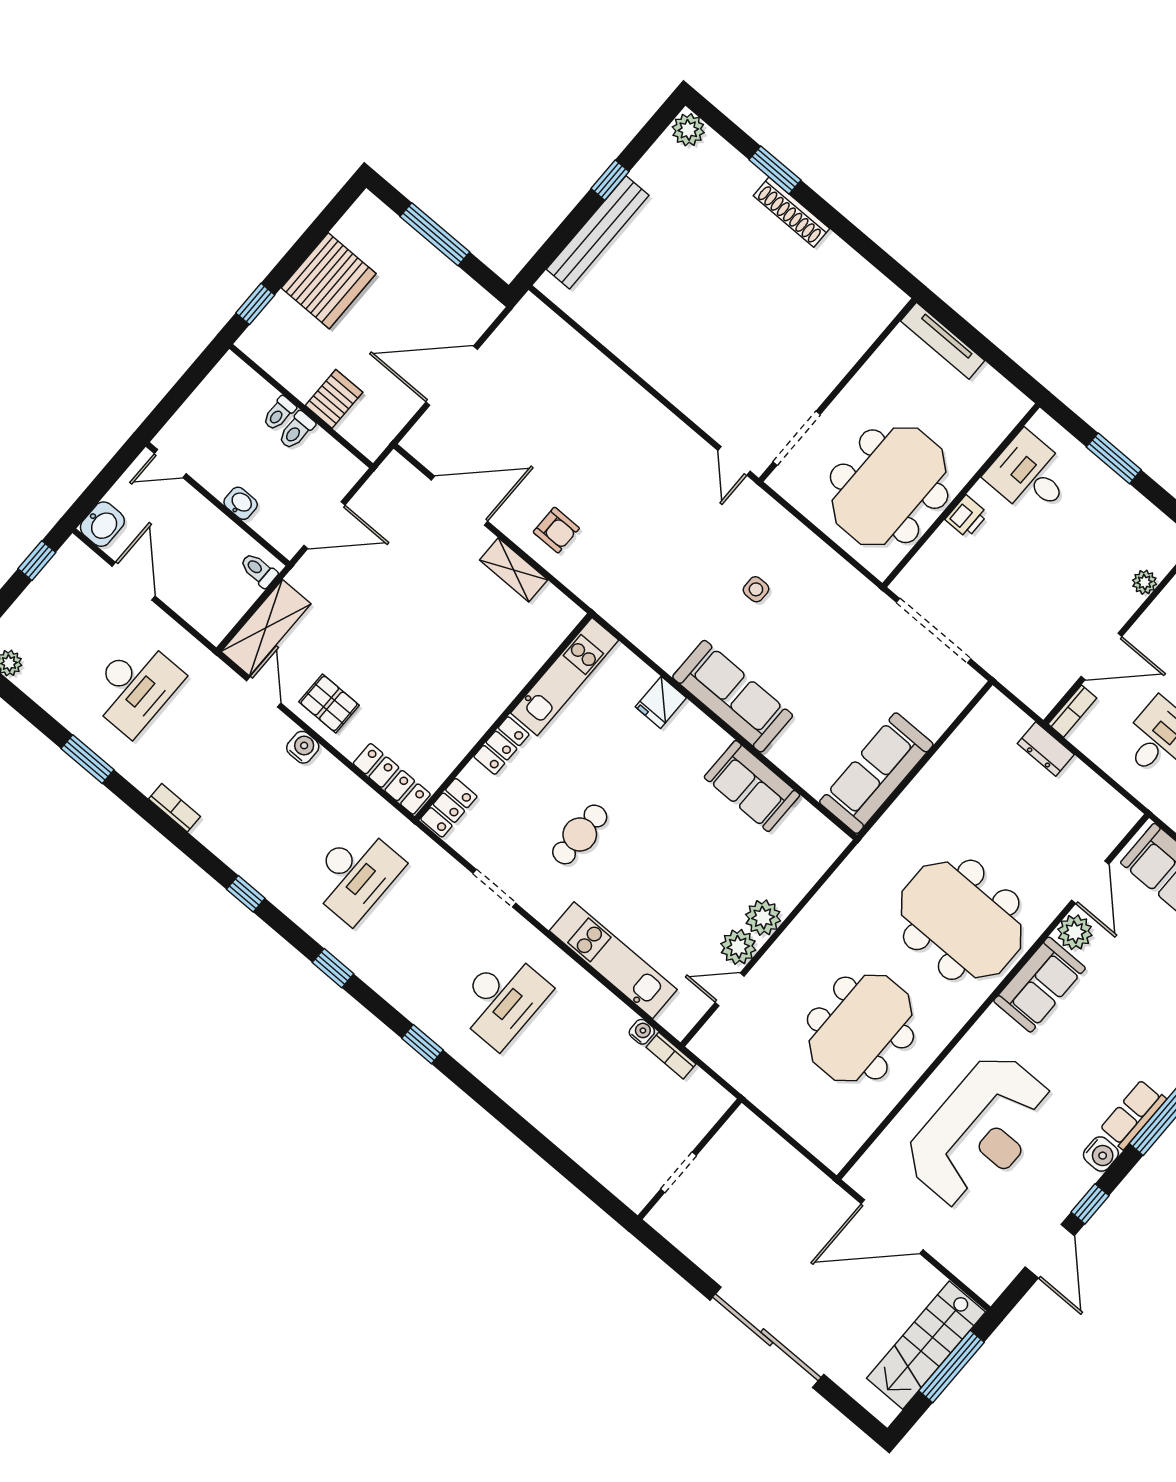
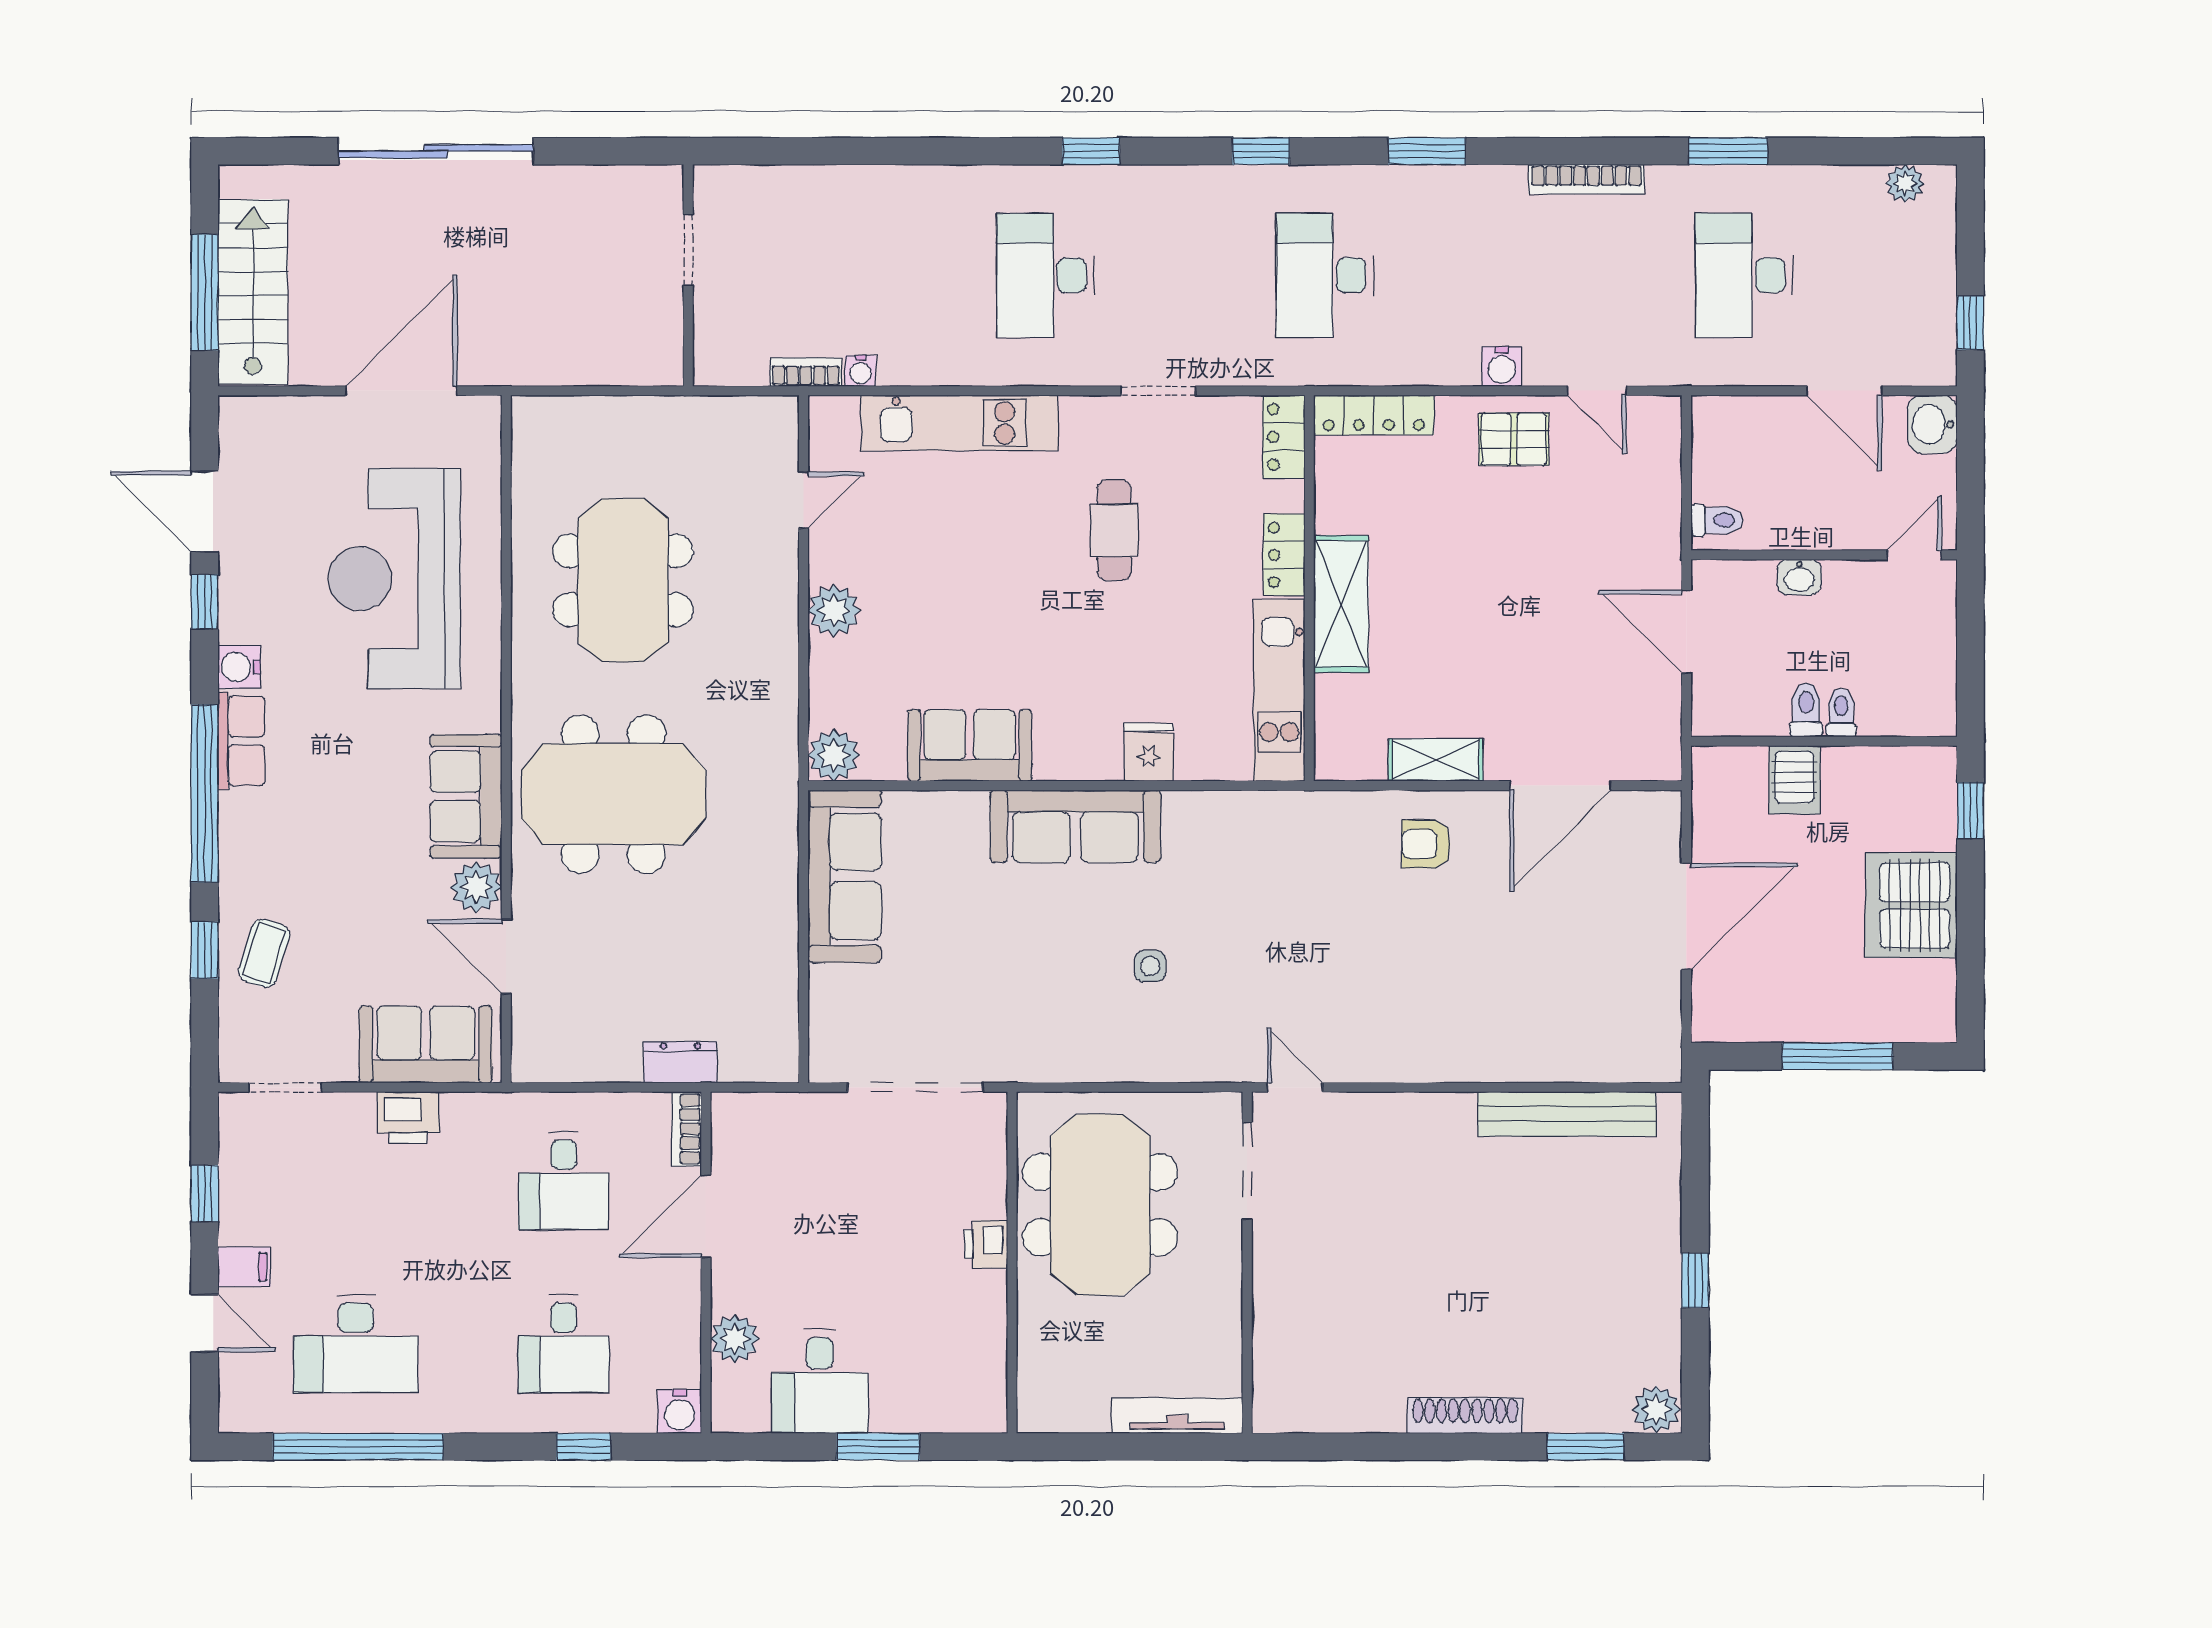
window: (775, 170) -> (1585, 1447), moved
bench: (598, 232) -> (1567, 1114), moved, turned 90
desk: (1030, 475) -> (820, 1381), moved, turned 90
door: (324, 525) -> (1686, 632), hinge flipped
plant: (1144, 582) -> (735, 1339), width x1.38, depth x1.38
shelving: (266, 628) -> (1341, 604), moved
bookcase: (175, 808) -> (1586, 179), width x1.56
window: (246, 894) -> (1427, 151), width x1.50
plant: (738, 947) -> (834, 755), moved

